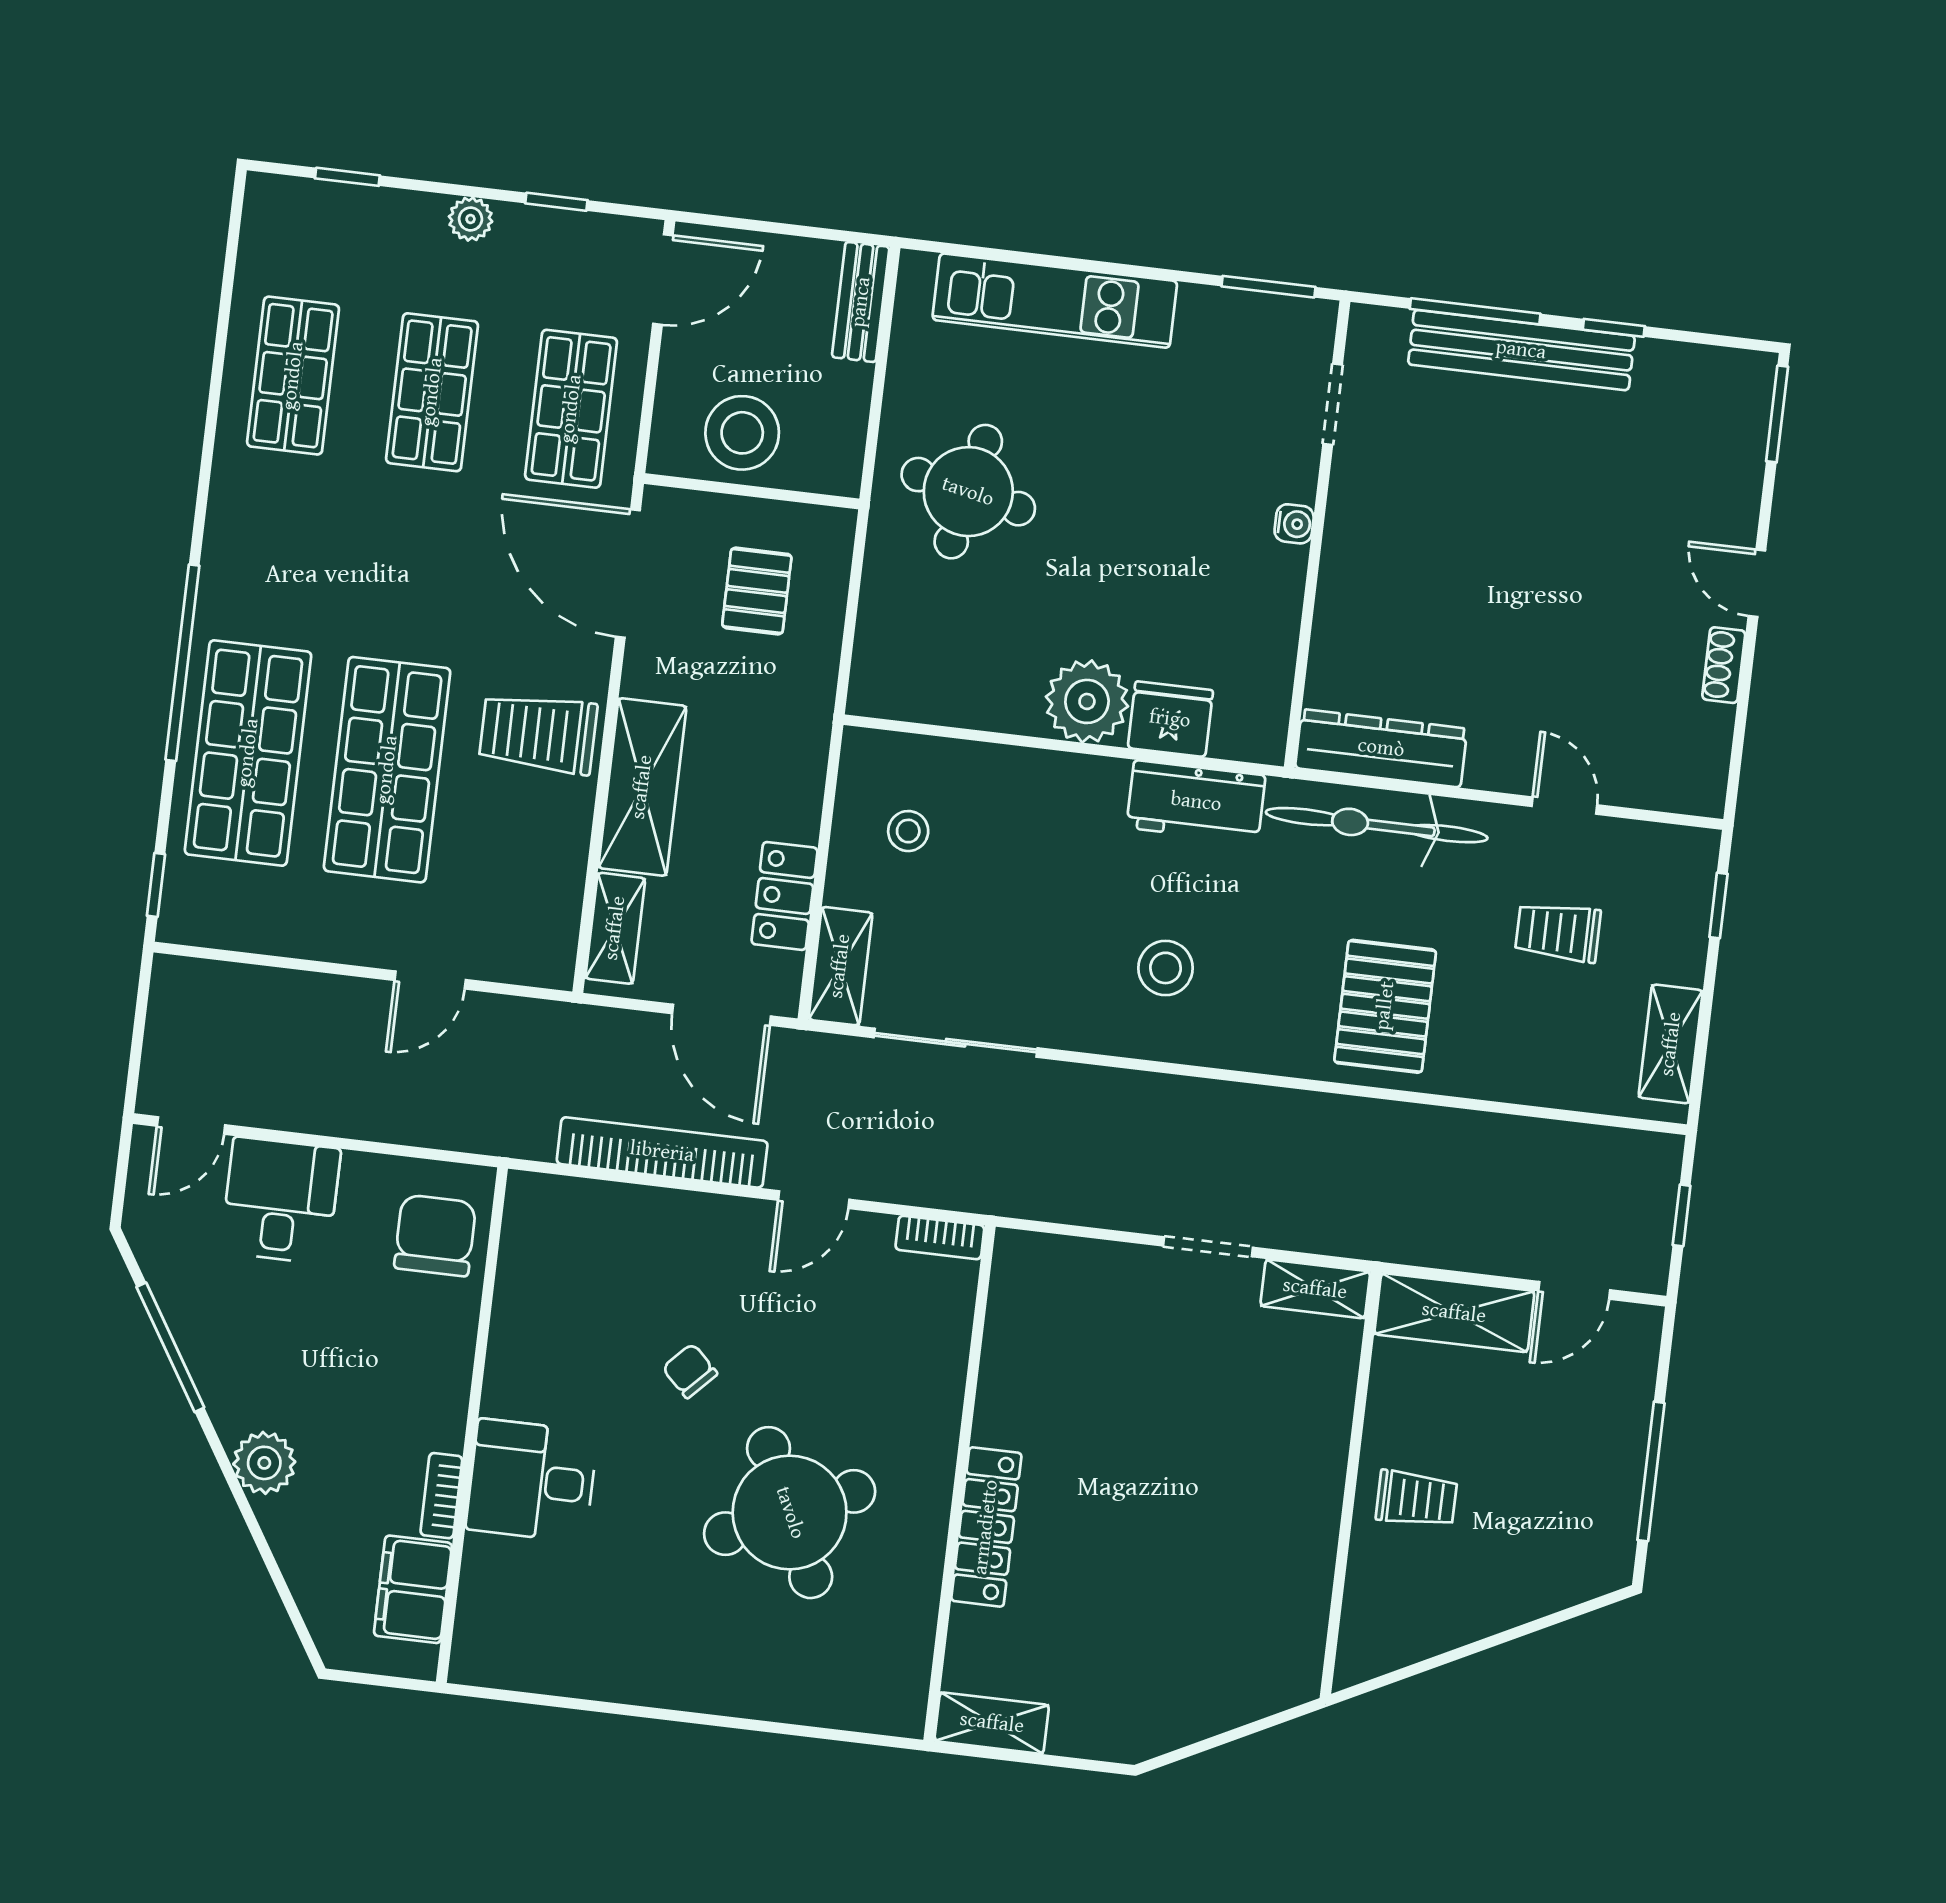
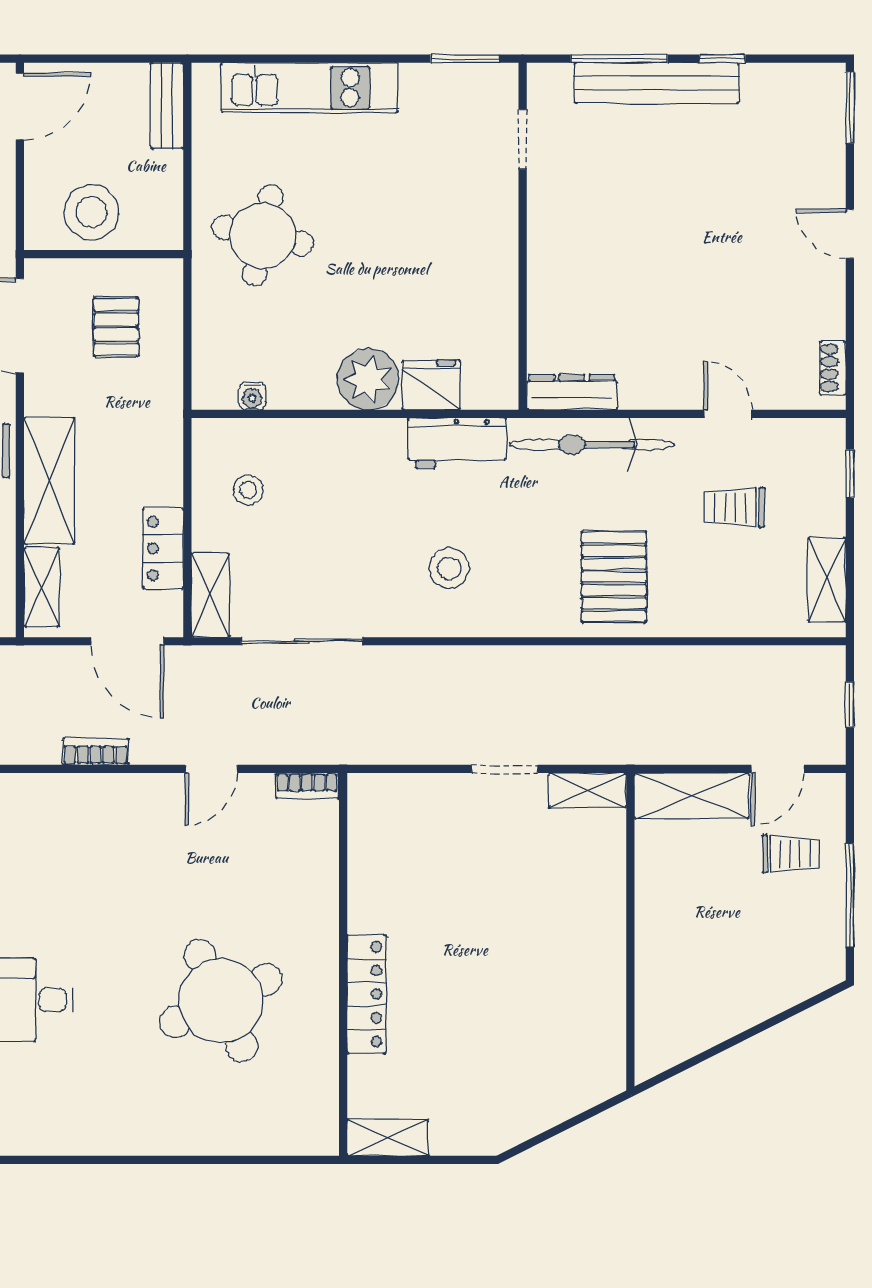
water cooler: (1294, 524) -> (252, 396), moved, turned 90
shoe rack: (1724, 665) -> (833, 368), moved
dresser: (1381, 748) -> (572, 392), width x0.73, depth x0.80
bookcase: (662, 1152) -> (96, 752), width x0.43, depth x0.76
chair: (690, 1371) -> (135, 905), removed
trolley: (1416, 1499) -> (791, 854), moved

